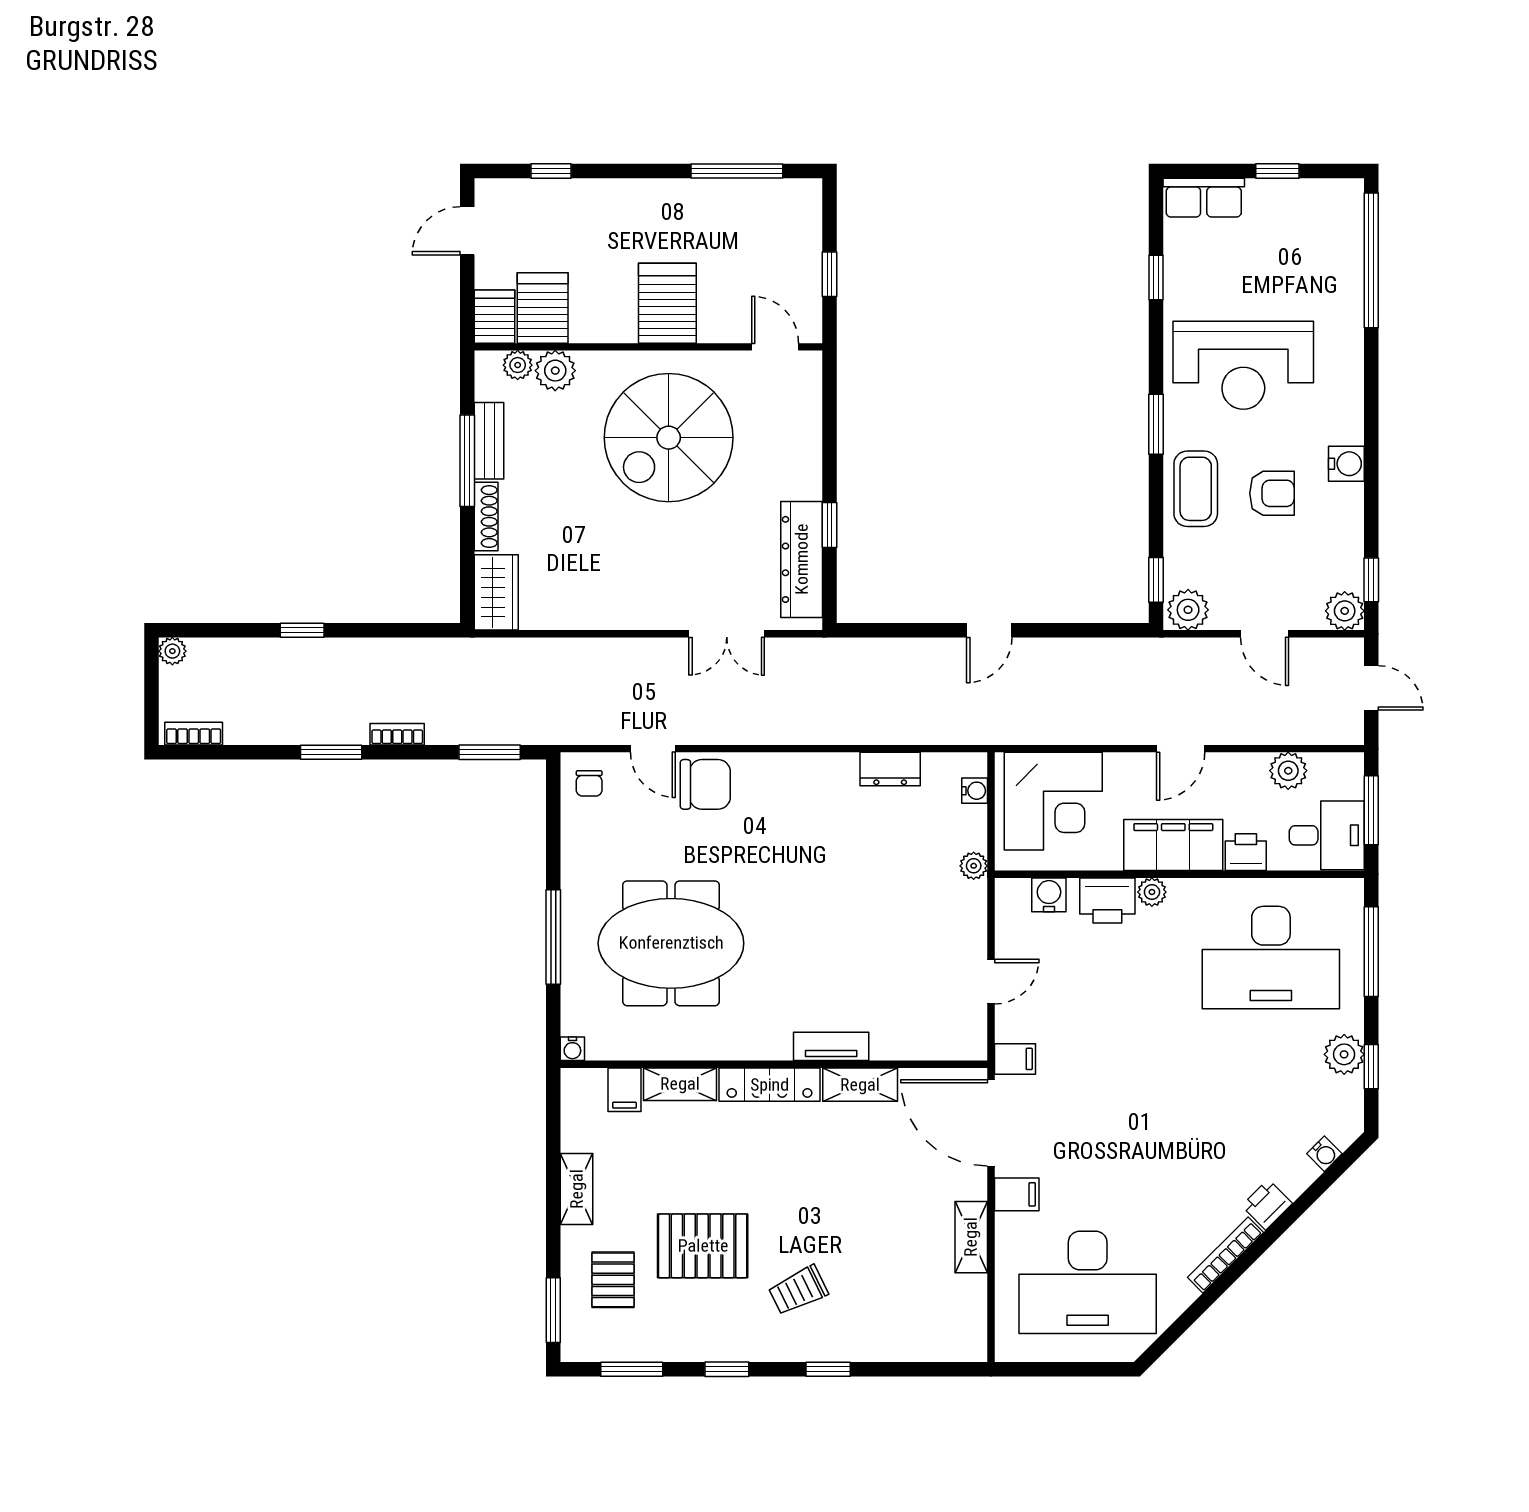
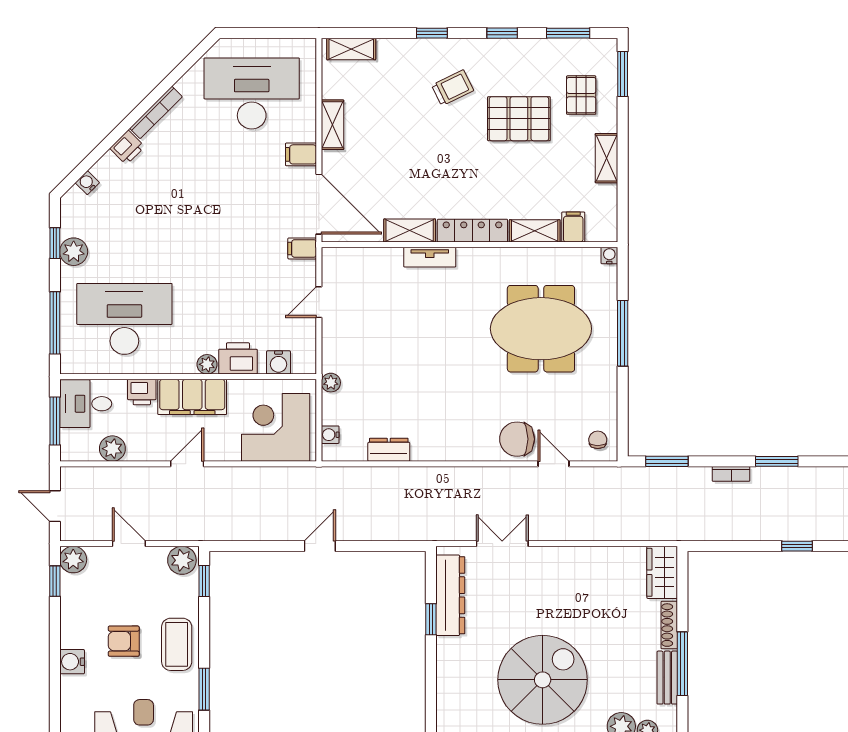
shelving: (944, 1346) -> (351, 49), added

